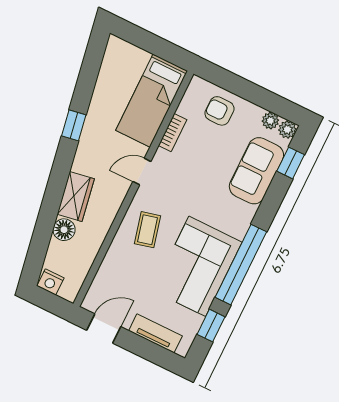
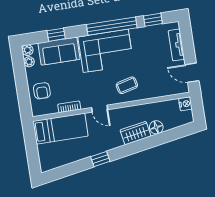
window: (291, 163) -> (56, 35), moved
corner sofa: (197, 266) -> (106, 51), moved
nightstand: (50, 282) -> (185, 104), moved

